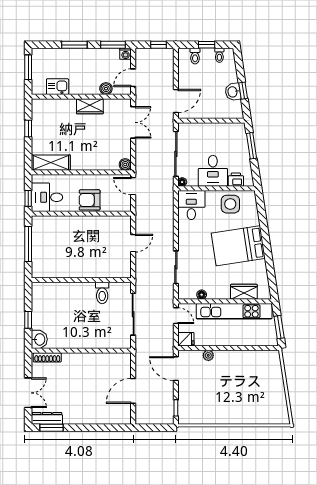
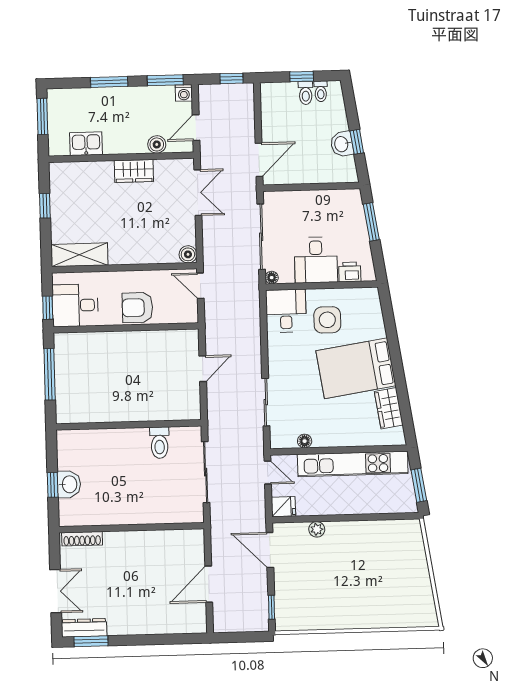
toilet: (195, 56) -> (306, 93), moved
side table: (230, 204) -> (327, 320), moved
wardrobe: (244, 292) -> (389, 408), moved, turned -99
washbasin: (39, 339) -> (69, 484), moved

